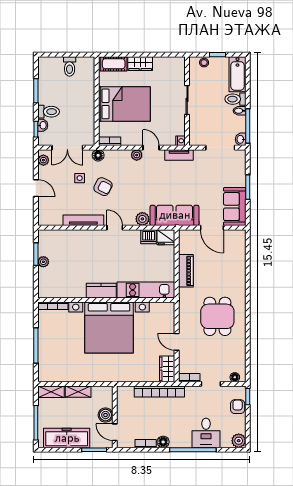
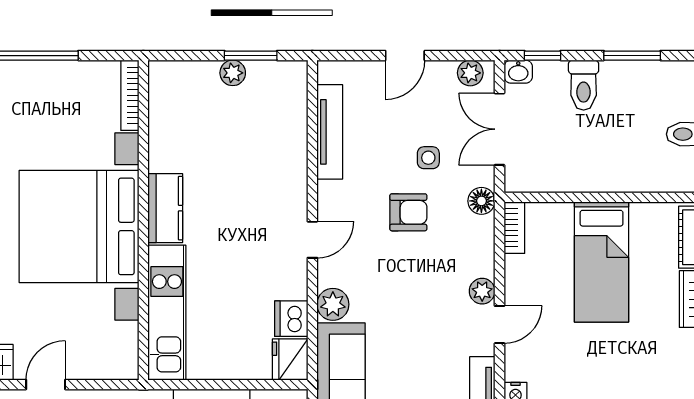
bed: (124, 104) -> (602, 262), width x0.67
washbasin: (43, 125) -> (518, 72), moved
armchair: (103, 187) -> (408, 212), turned -117
tv unit: (83, 220) -> (330, 132), moved

